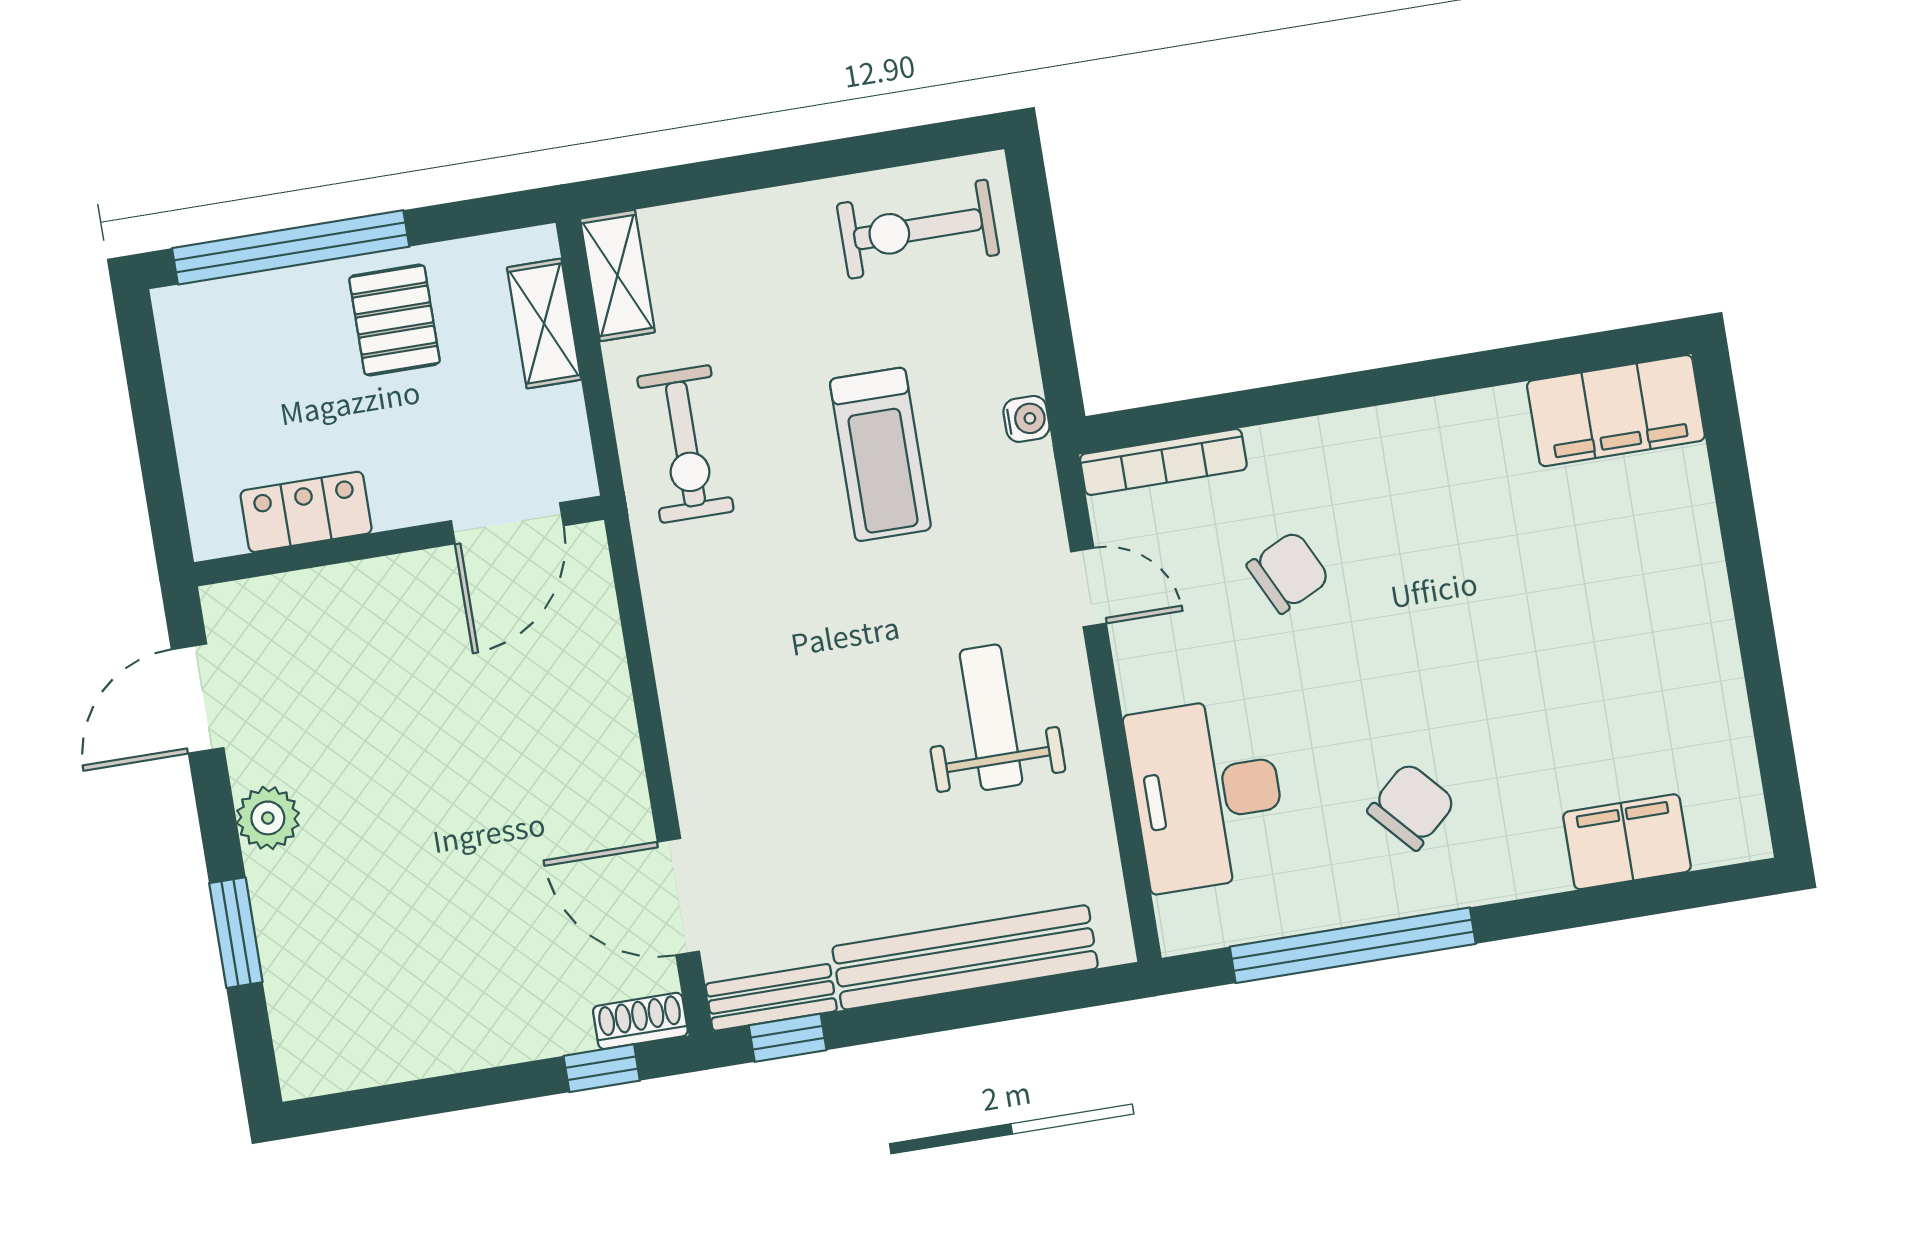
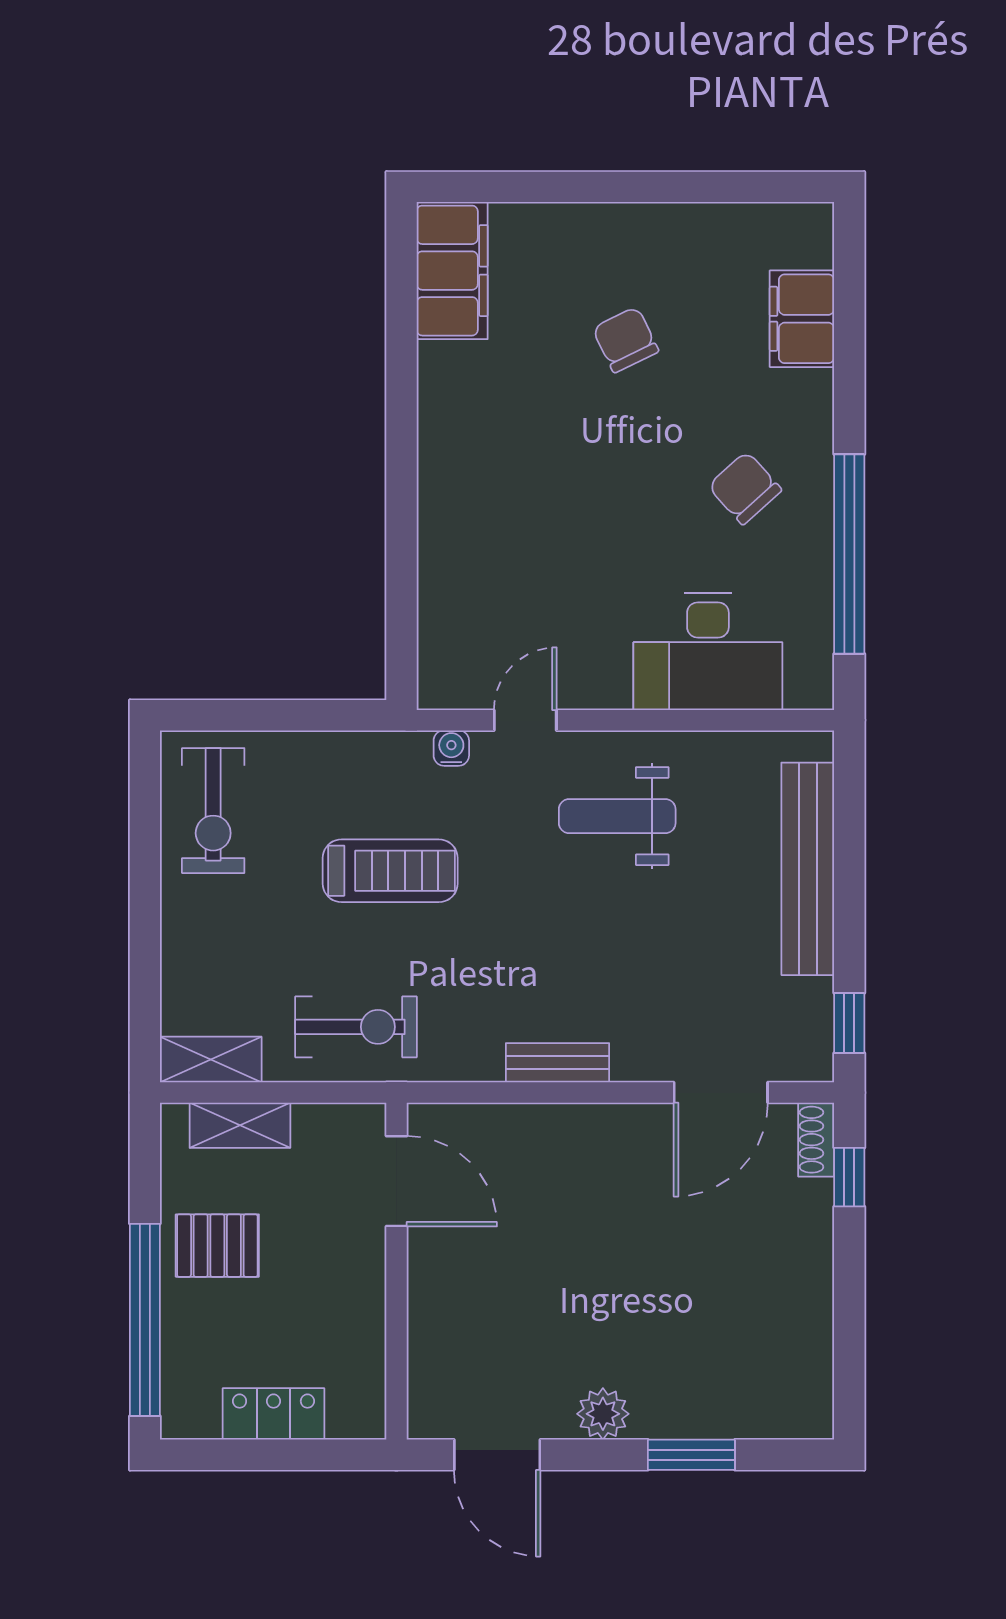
water cooler: (1026, 419) -> (451, 748), moved
bookcase: (1163, 462) -> (434, 643), removed
locker: (306, 512) -> (273, 1414), moved, turned 90
chair: (1288, 572) -> (626, 340), moved
bench: (771, 997) -> (557, 1063), moved, turned 90

